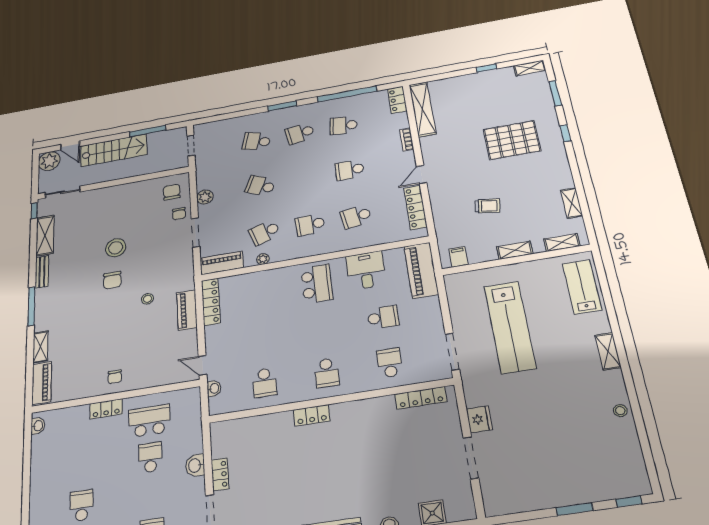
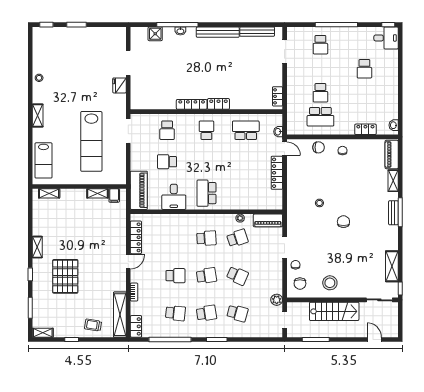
pallet: (512, 140) -> (65, 276), turned 90
stairs: (114, 150) -> (334, 311), moved, turned 180
plant: (49, 161) -> (390, 329), removed
plant: (205, 197) -> (277, 300), moved
shelving: (572, 203) -> (37, 247), moved
trolley: (487, 206) -> (93, 325), moved
school desk: (356, 217) -> (206, 276), moved
stool: (116, 248) -> (330, 283), moved
shelving: (515, 250) -> (98, 193), moved
bench: (42, 272) -> (393, 213), moved
locker: (211, 302) -> (277, 173), moved
piano: (187, 310) -> (293, 190), removed
lab bench: (510, 327) -> (91, 141), turned 180
chair: (151, 375) -> (319, 147), added
school desk: (265, 383) -> (246, 130), width x1.85
locker: (421, 398) -> (192, 104), moved
locker: (106, 409) -> (365, 129), moved
washbasin: (195, 465) -> (293, 83), removed
locker: (220, 474) -> (277, 96), moved

